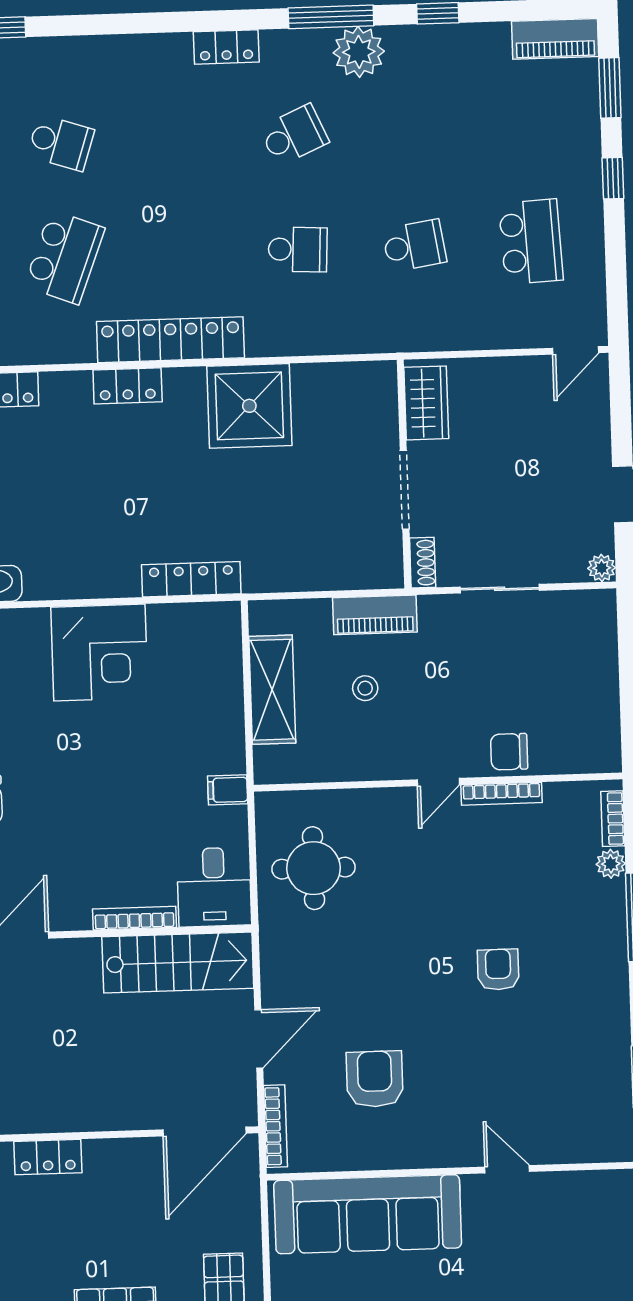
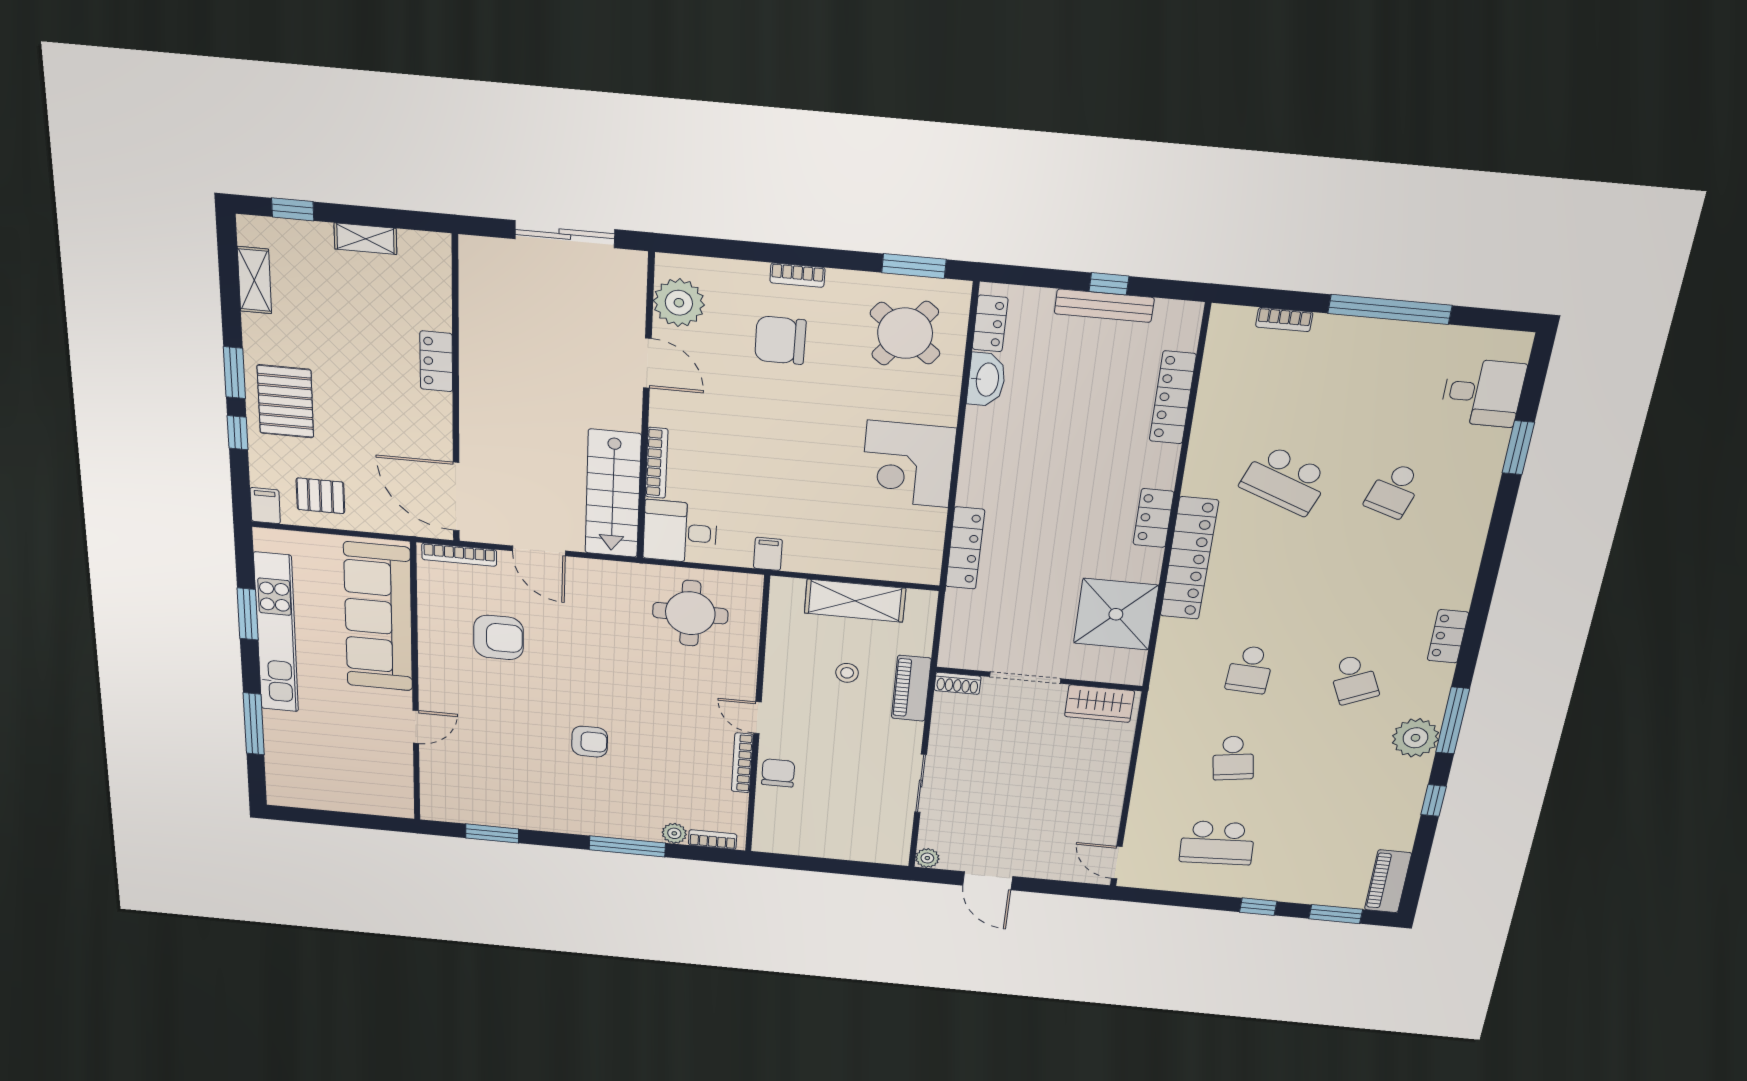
wardrobe: (426, 403) -> (1099, 704), moved
wall: (404, 474) -> (1039, 679), moved
doorway: (405, 490) -> (1025, 678), moved
shoe rack: (423, 563) -> (958, 683), moved

